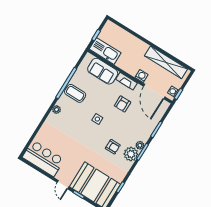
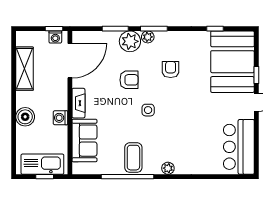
boiler: (138, 45) -> (25, 117), added
kitchen sink: (105, 51) -> (42, 164), moved, turned 90
shelving: (166, 62) -> (25, 69), width x0.68
washing machine: (141, 76) -> (61, 118), moved
armchair: (123, 104) -> (129, 80), moved
plant: (131, 154) -> (130, 41), moved

